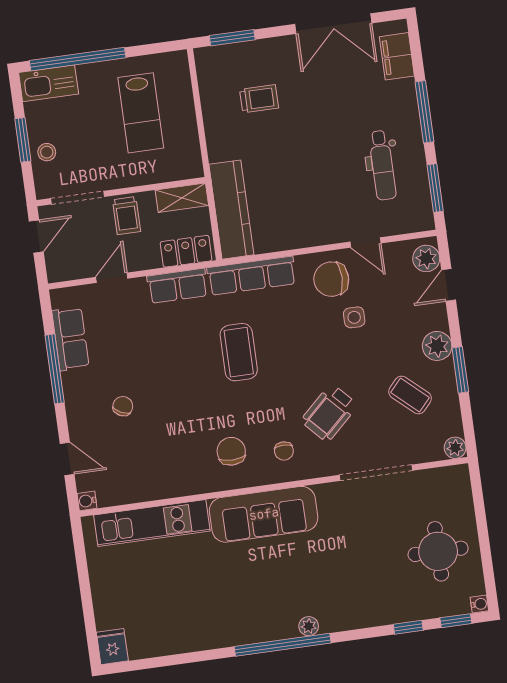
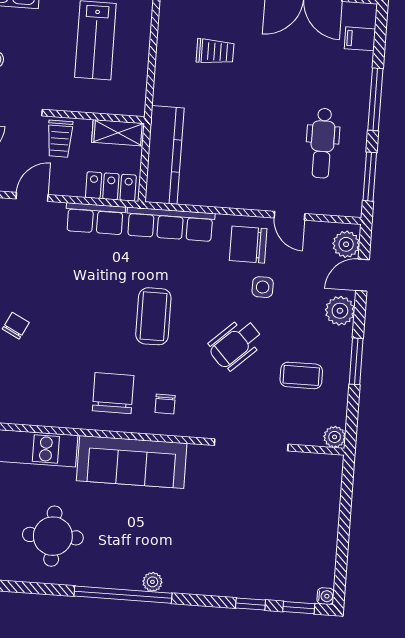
filing cabinet: (397, 56) -> (360, 39), width x0.50
plant: (437, 346) -> (340, 311), moved
coffee table: (239, 352) -> (153, 316), moved
coffee table: (410, 395) -> (301, 375), turned -42
wheelchair: (329, 413) -> (236, 344), moved
chair: (231, 451) -> (113, 393), width x1.37, depth x1.37
round table: (438, 551) -> (53, 536), moved

